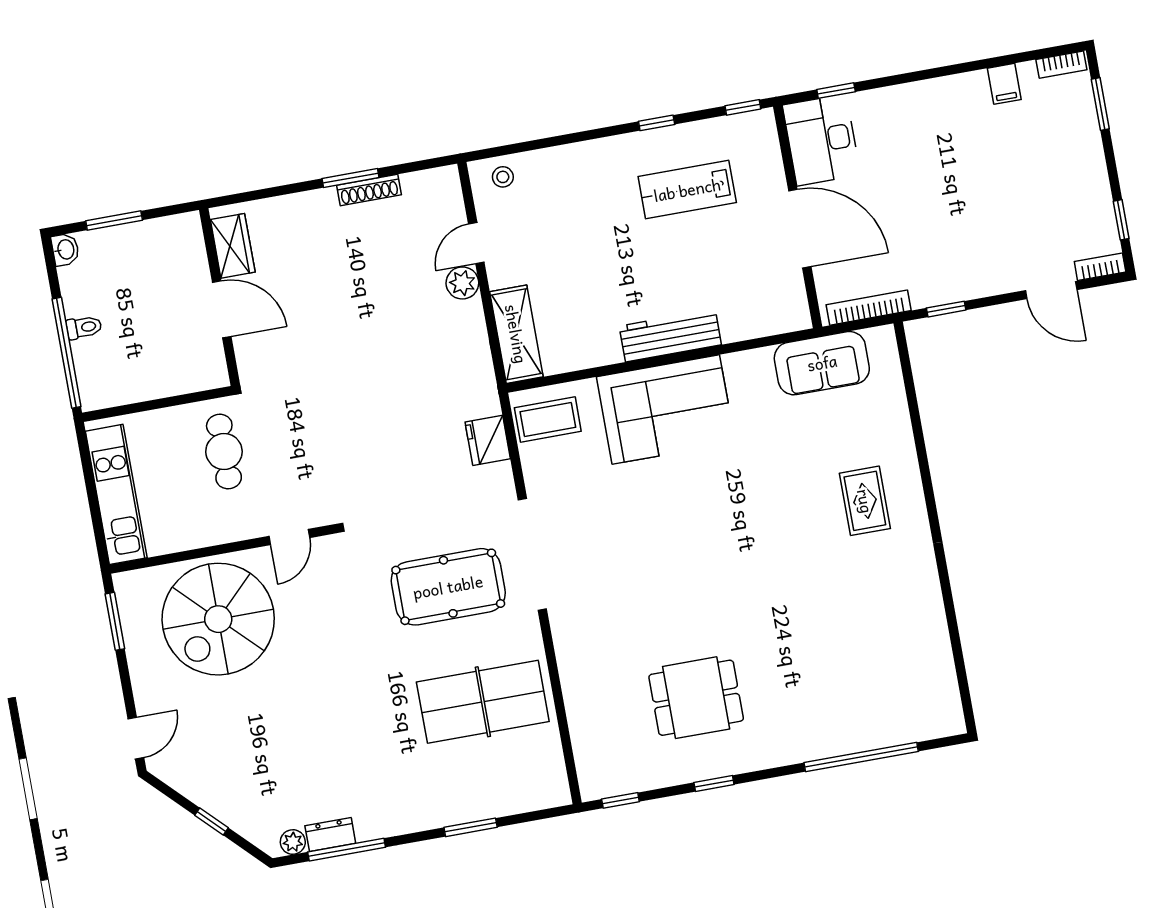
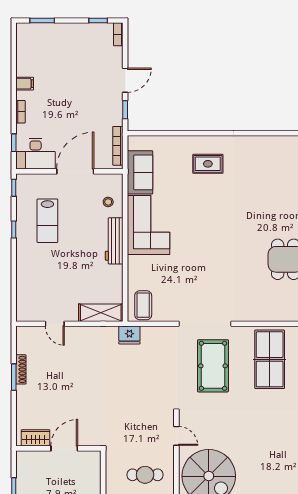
bookcase: (1061, 65) -> (21, 112), moved
filing cabinet: (1004, 84) -> (25, 84), moved
stool: (503, 177) -> (108, 202), moved
plant: (462, 283) -> (72, 334), removed
door: (1051, 290) -> (125, 80), moved
corner sofa: (666, 410) -> (148, 225), moved
fridge: (488, 440) -> (129, 335), moved
cafe table: (224, 452) -> (145, 475), moved

